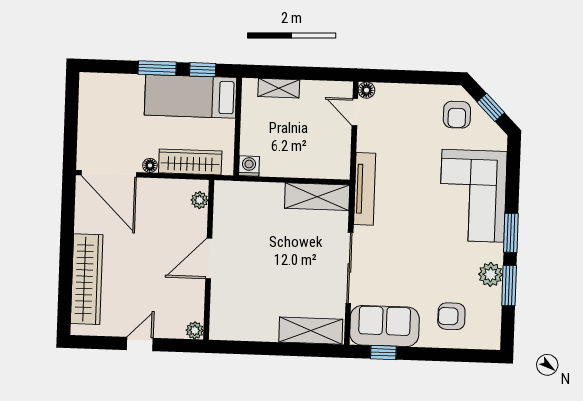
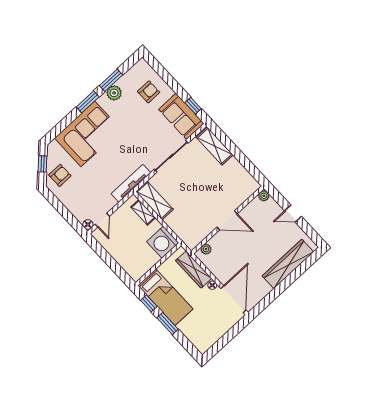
shelving: (279, 88) -> (143, 212), moved
washing machine: (249, 166) -> (163, 242), width x1.89, depth x1.89
armchair: (451, 316) -> (149, 92), turned -90

